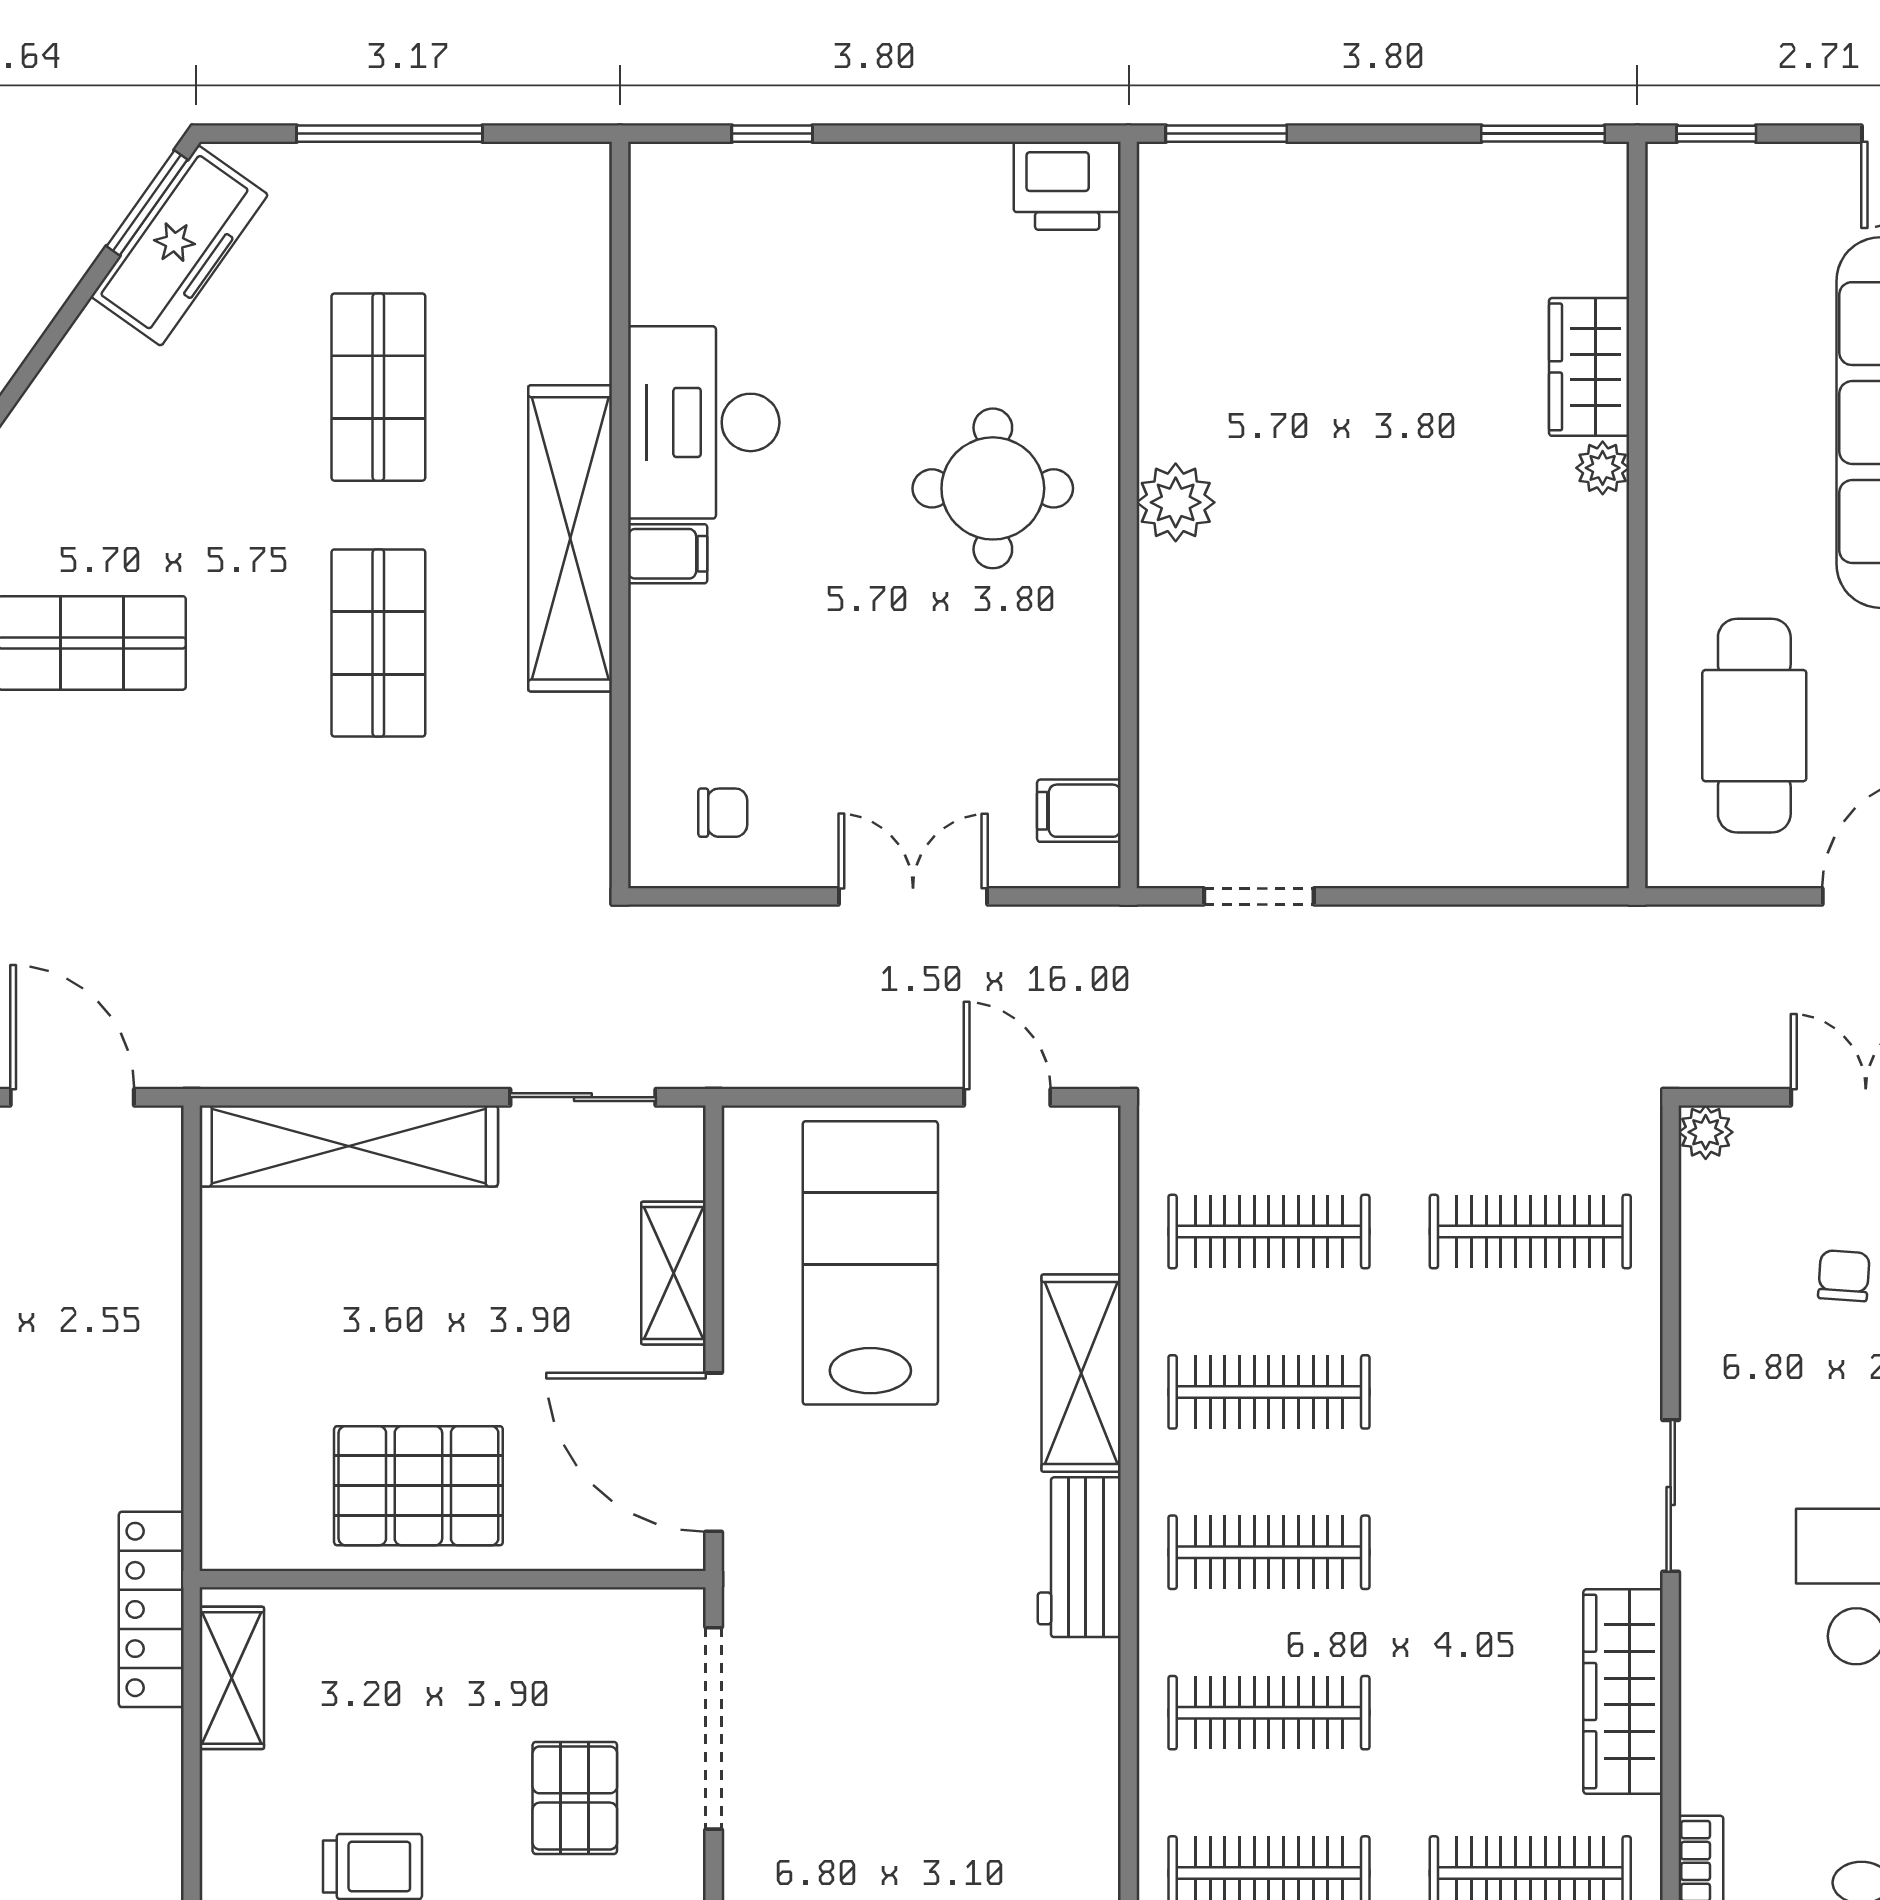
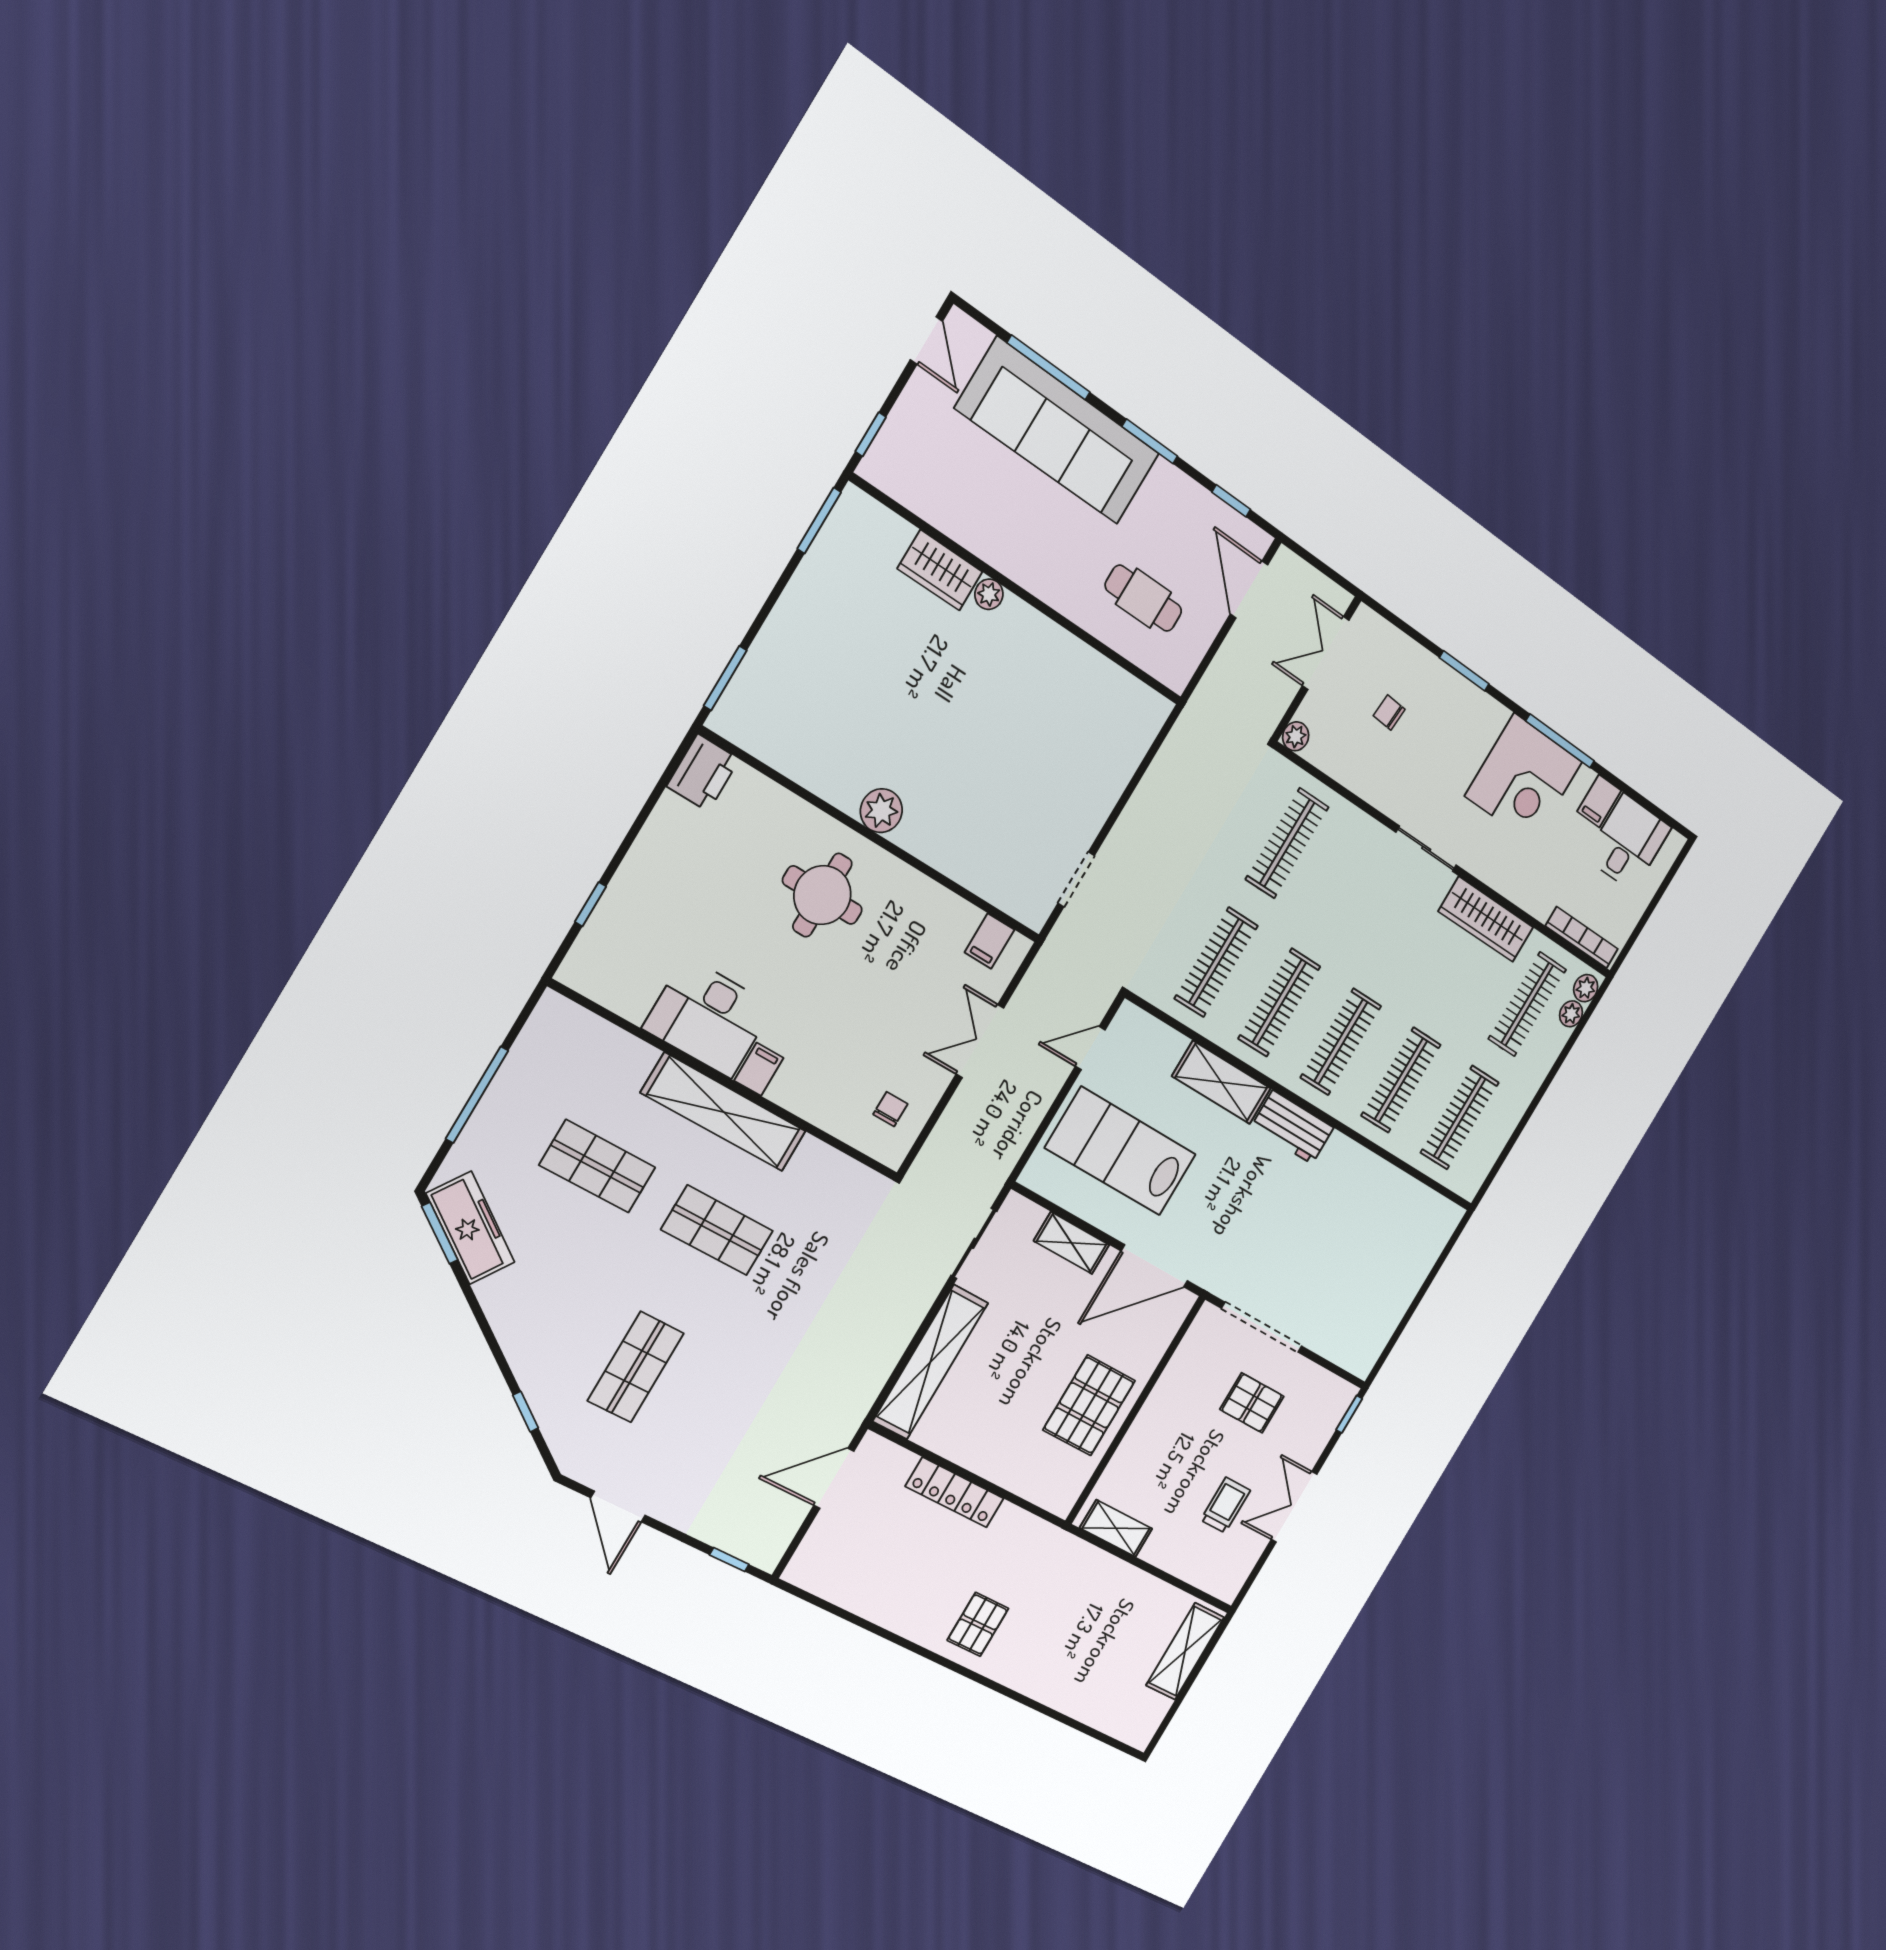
cafe table: (1754, 726) -> (1143, 598), width x0.73, depth x0.74
locker: (151, 1609) -> (955, 1492), moved

